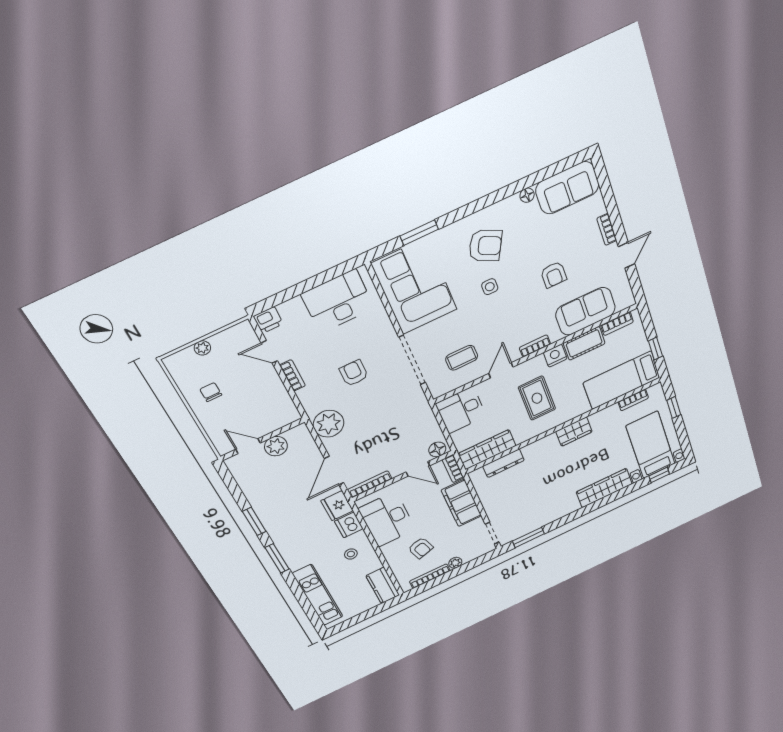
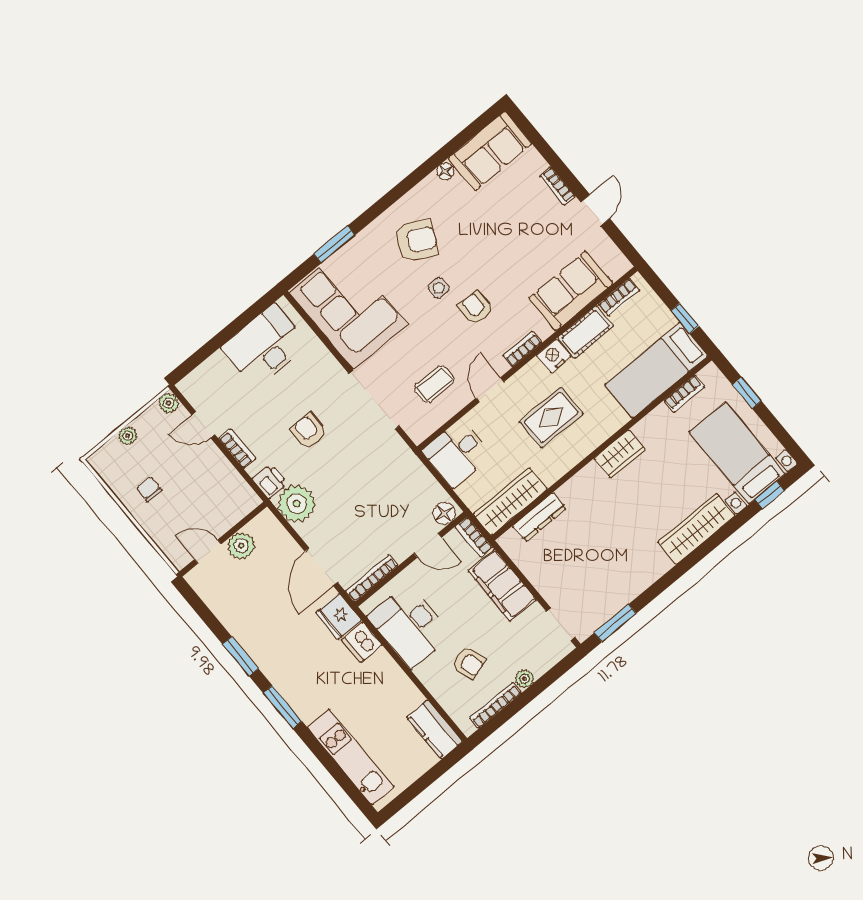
armchair: (554, 275) -> (476, 308), moved, turned 180
printer: (268, 320) -> (270, 481), moved, turned -90
plant: (244, 329) -> (168, 403), added
rug: (537, 398) -> (551, 417), turned 90
stool: (351, 554) -> (377, 686), removed

